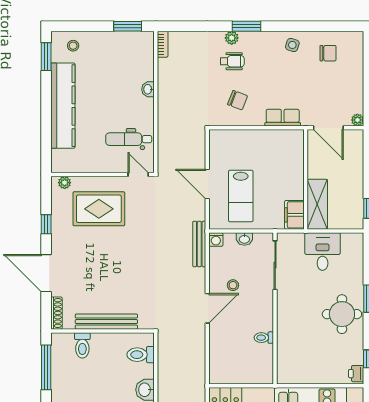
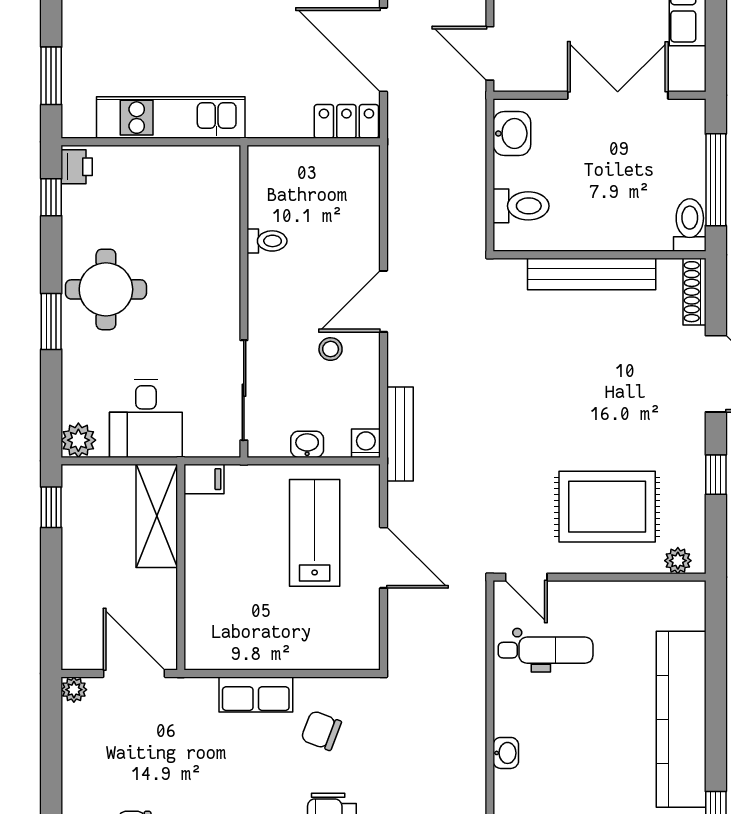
row of seats: (283, 118) -> (256, 694), moved
filing cabinet: (294, 215) -> (204, 479), width x0.50
plant: (355, 241) -> (78, 440), added
toilet: (82, 345) -> (690, 225), moved

